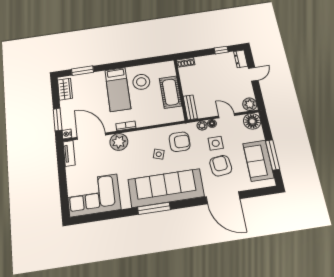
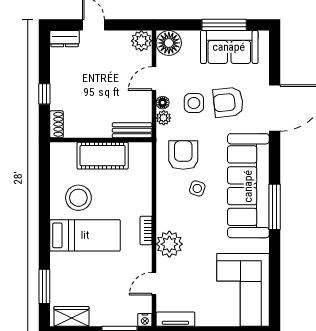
window: (221, 50) -> (44, 94), moved
door: (91, 136) -> (154, 284), width x0.53

